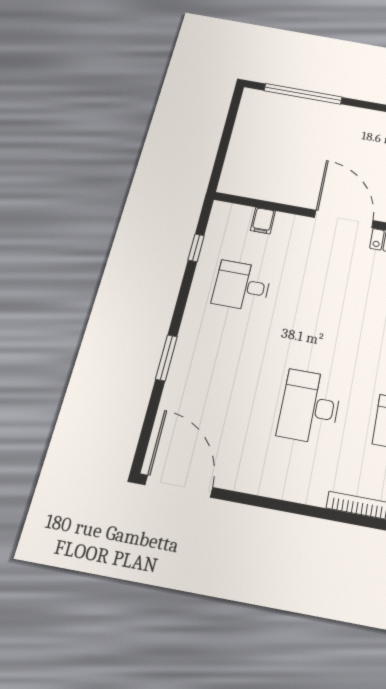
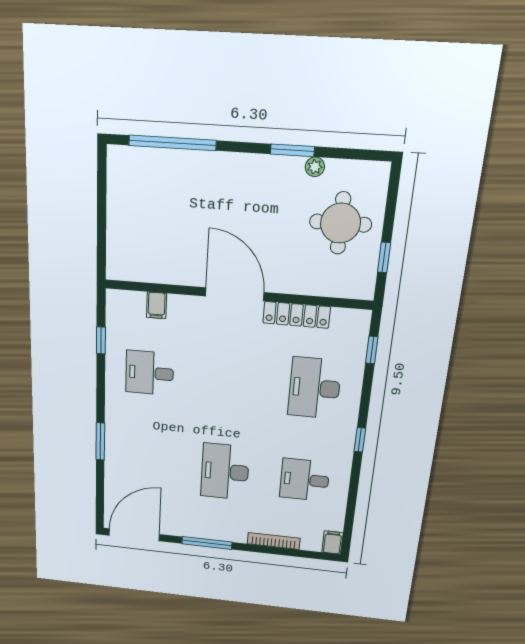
door: (179, 486) -> (134, 535), hinge flipped
window: (273, 504) -> (207, 543), added

